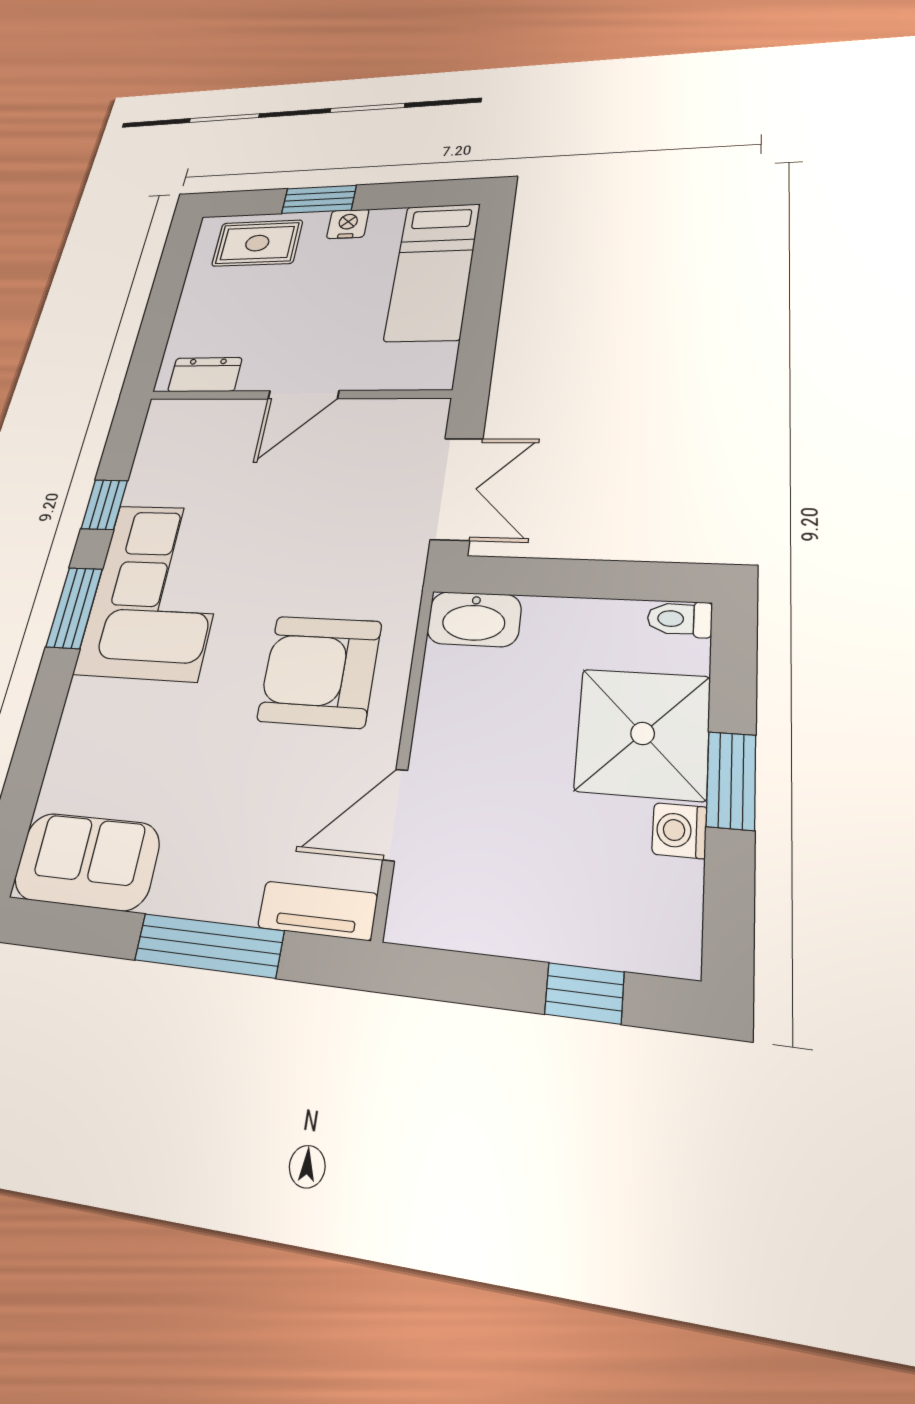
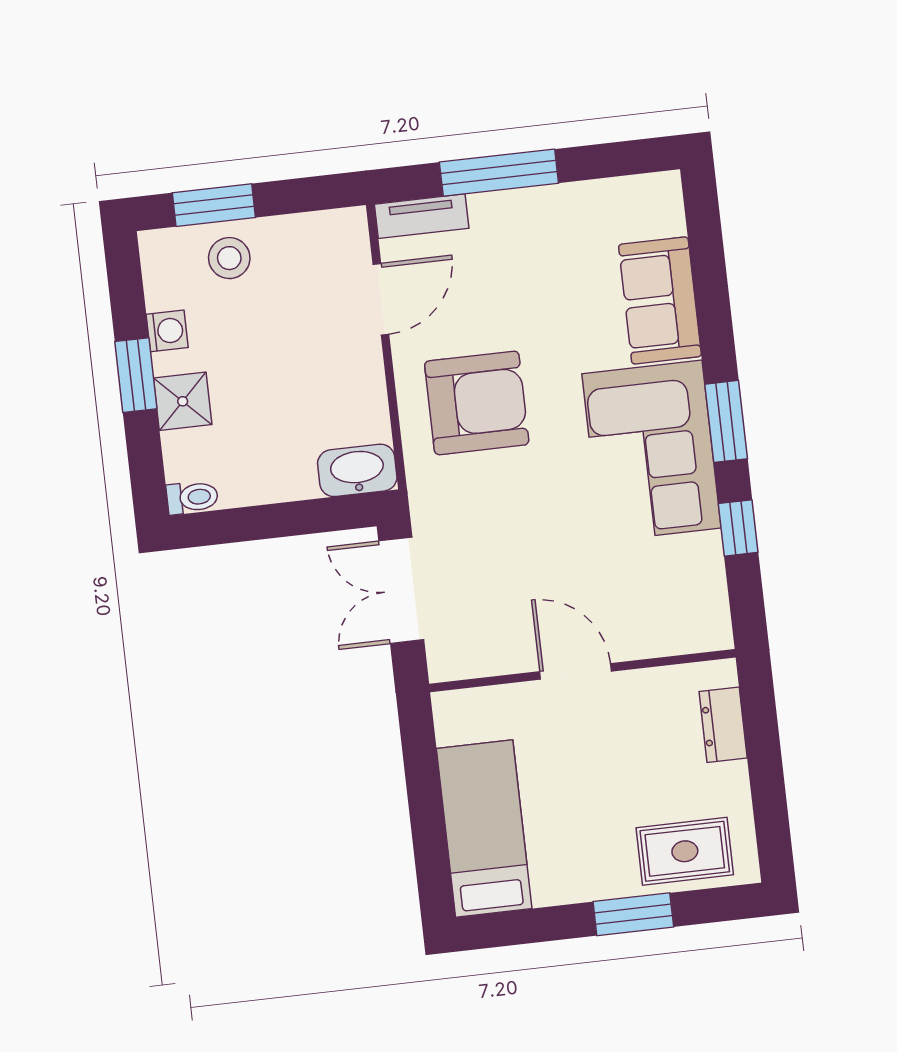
nightstand: (348, 224) -> (591, 883), removed
dresser: (205, 375) -> (723, 725), moved, turned 90
door: (303, 395) -> (576, 671), hinge flipped
shower: (643, 733) -> (183, 401), width x0.54, depth x0.54
sofa: (87, 861) -> (660, 300), moved, turned 90
stool: (577, 912) -> (229, 258), added
window: (584, 993) -> (214, 205), width x1.50

